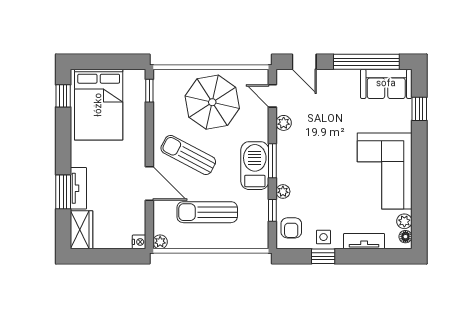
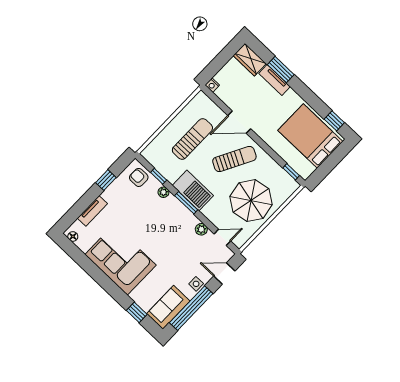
plant: (404, 221) -> (82, 244), removed
side table: (323, 237) -> (196, 284), moved
plant: (160, 242) -> (201, 97), removed

